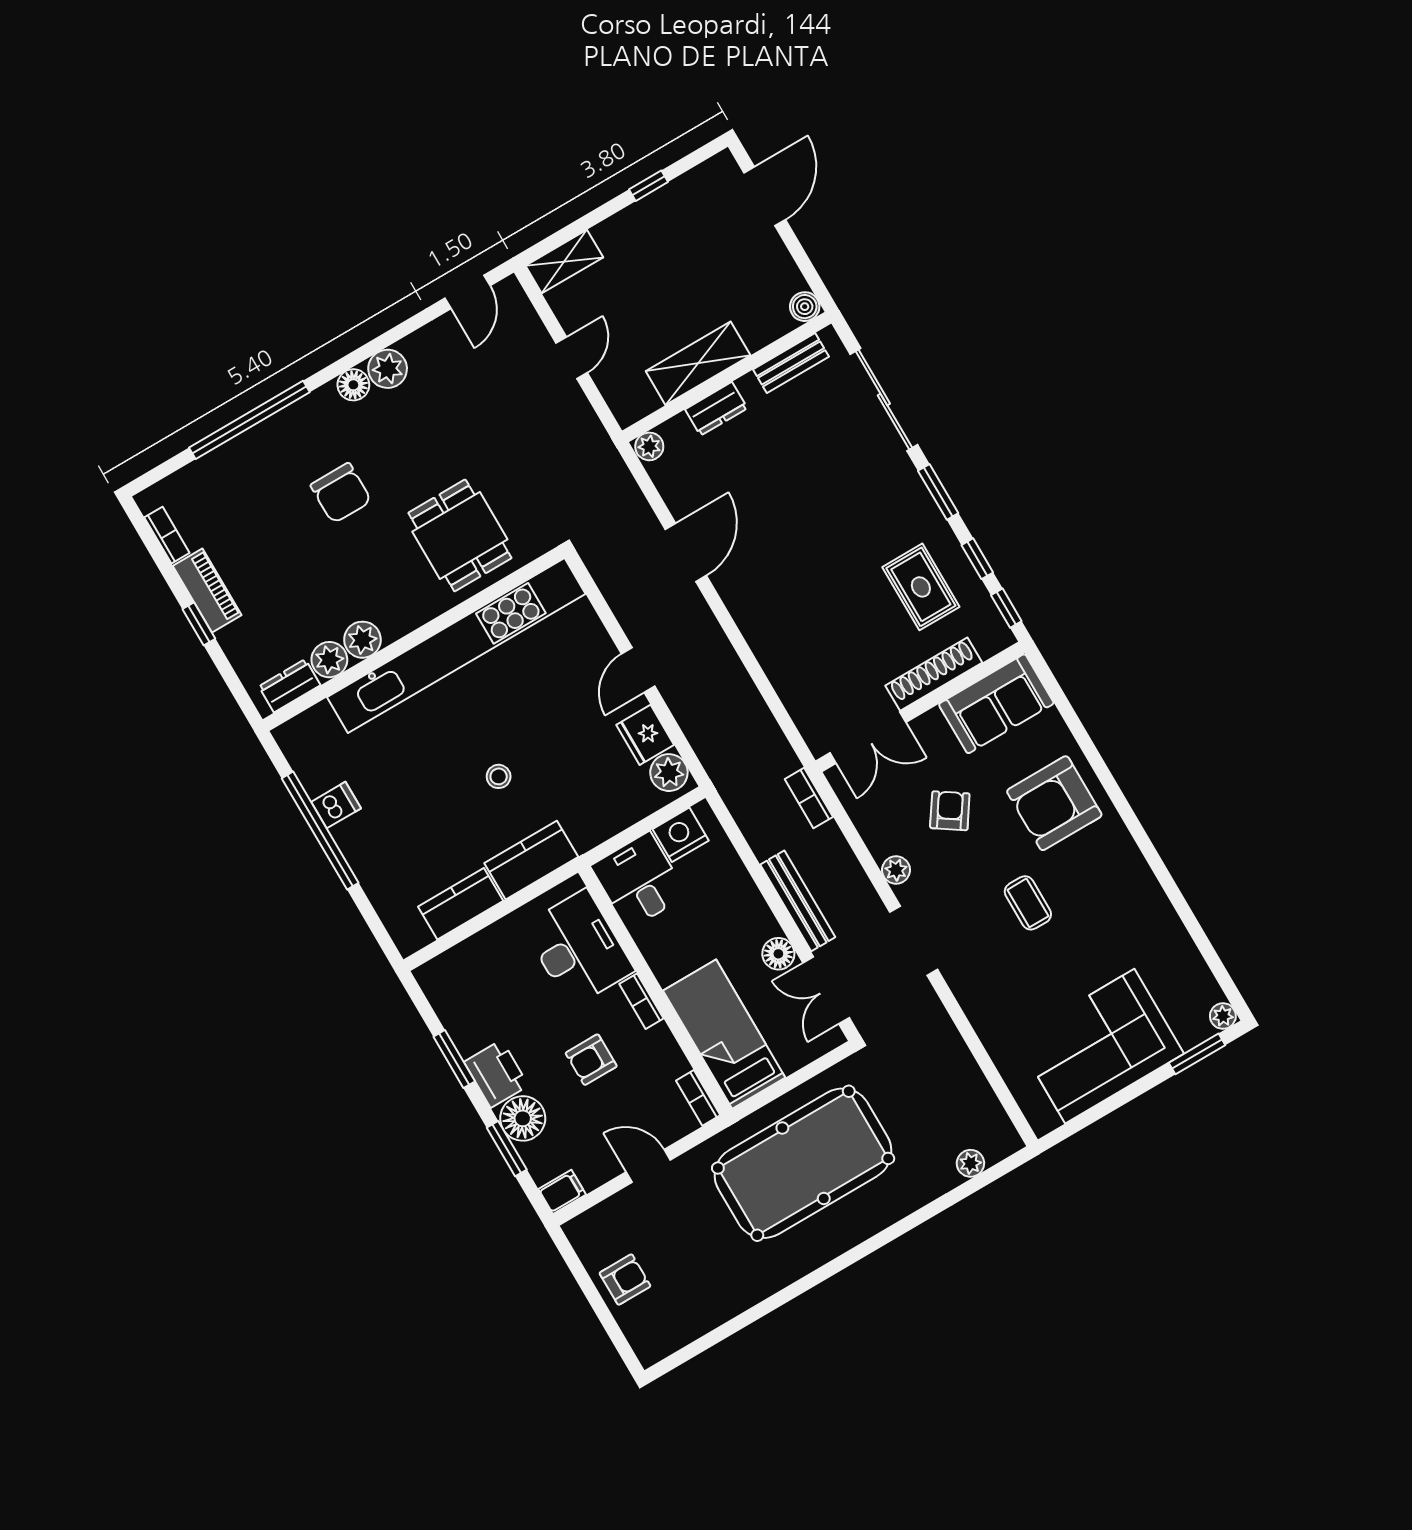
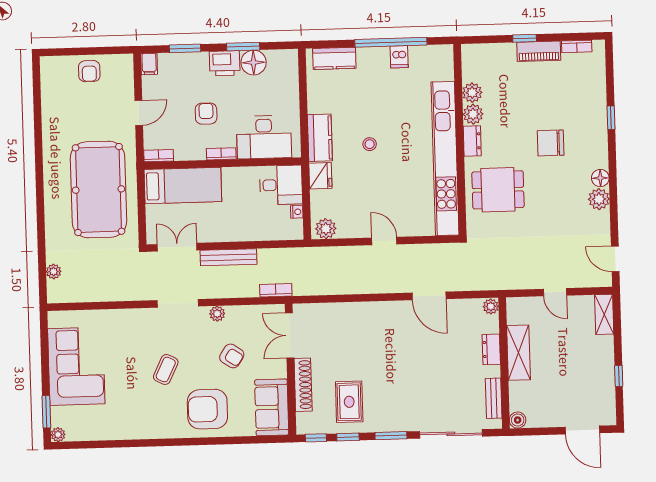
window: (249, 420) -> (611, 118), width x0.32
rug: (921, 587) -> (349, 402), turned 90
dresser: (290, 686) -> (472, 141), moved
fridge: (645, 735) -> (320, 176), moved, turned 90
armchair: (1054, 803) -> (207, 409), turned -90
nightstand: (681, 835) -> (297, 212), width x0.53, depth x0.56
coffee table: (1028, 903) -> (166, 369), turned -64
kitchen counter: (461, 904) -> (334, 58), moved, turned 90
floor lamp: (778, 954) -> (208, 234), removed
floor lamp: (523, 1118) -> (254, 63), moved

